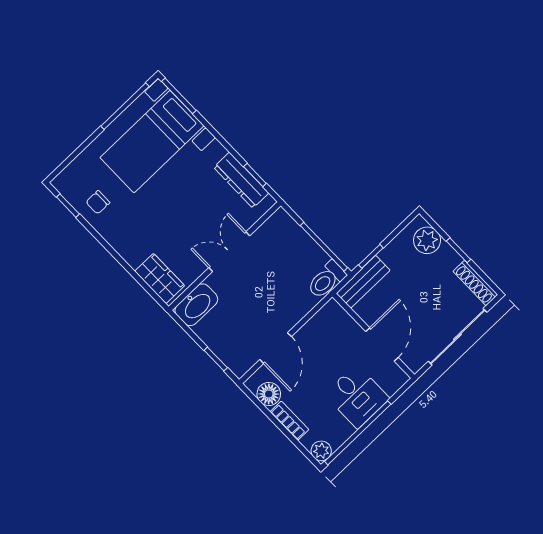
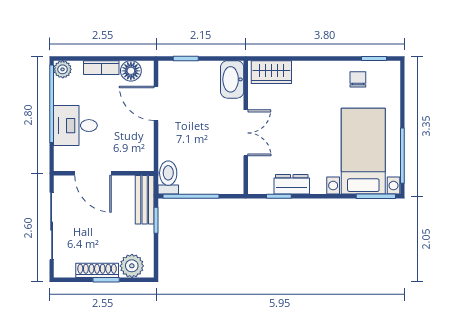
dresser: (241, 180) -> (292, 184), width x0.70
shoe rack: (475, 283) -> (97, 270), moved

